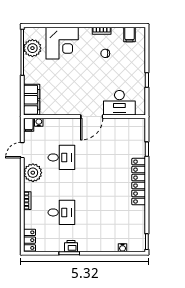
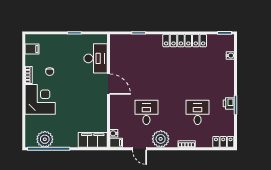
corner desk: (62, 43) -> (40, 99), moved
locker: (139, 182) -> (185, 41), moved

